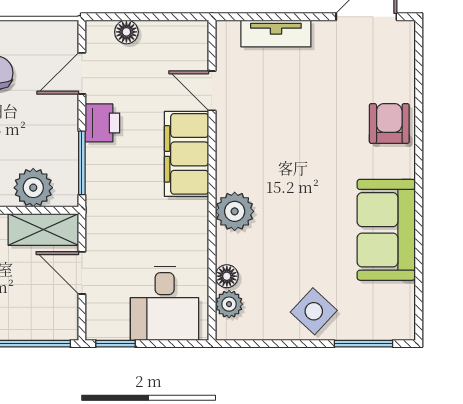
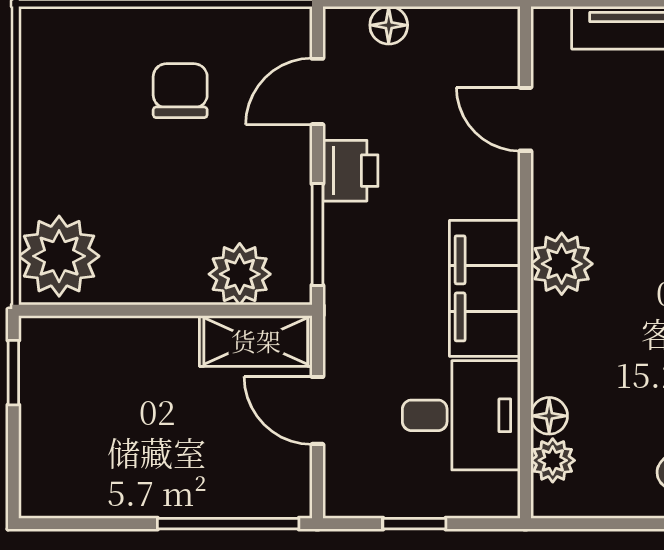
filing cabinet: (187, 154) -> (485, 288), moved
plant: (235, 211) -> (562, 264), moved
desk: (165, 303) -> (461, 415), moved, turned -90
window: (116, 344) -> (414, 524), moved

